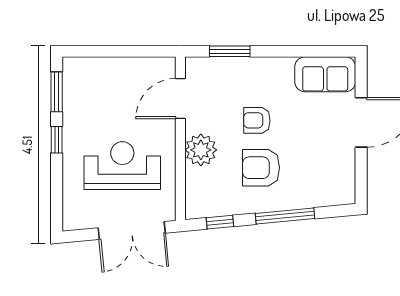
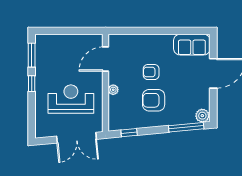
window: (230, 51) -> (135, 31), removed
plant: (201, 150) -> (113, 90), width x0.53, depth x0.53
plant: (343, 194) -> (202, 116), added
window: (285, 216) -> (186, 127), moved

